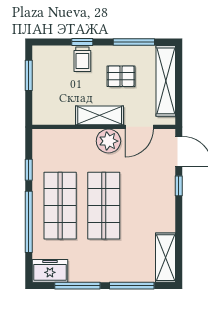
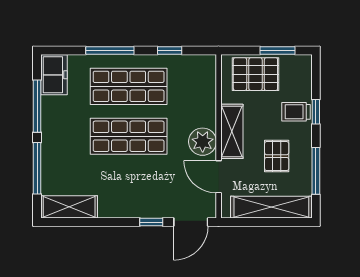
pallet: (49, 95) -> (255, 74), added
window: (29, 222) -> (110, 50), width x0.68

